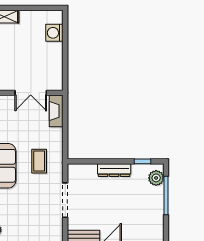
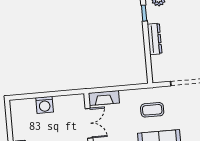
washing machine: (54, 33) -> (45, 105), moved

